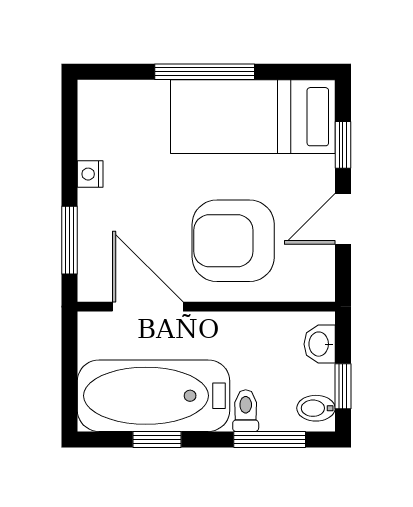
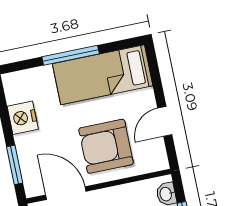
window: (343, 145) -> (156, 80), removed
nightstand: (90, 174) -> (23, 118), width x1.89, depth x1.79

